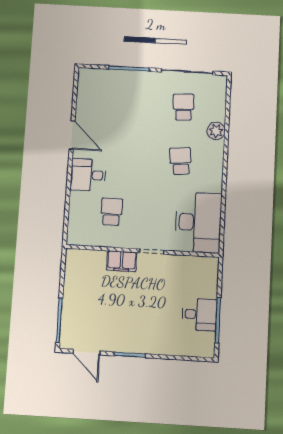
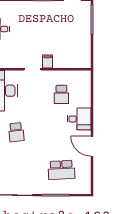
school desk: (183, 107) -> (61, 170), moved, width x1.85
filing cabinet: (122, 261) -> (48, 62), width x0.50

